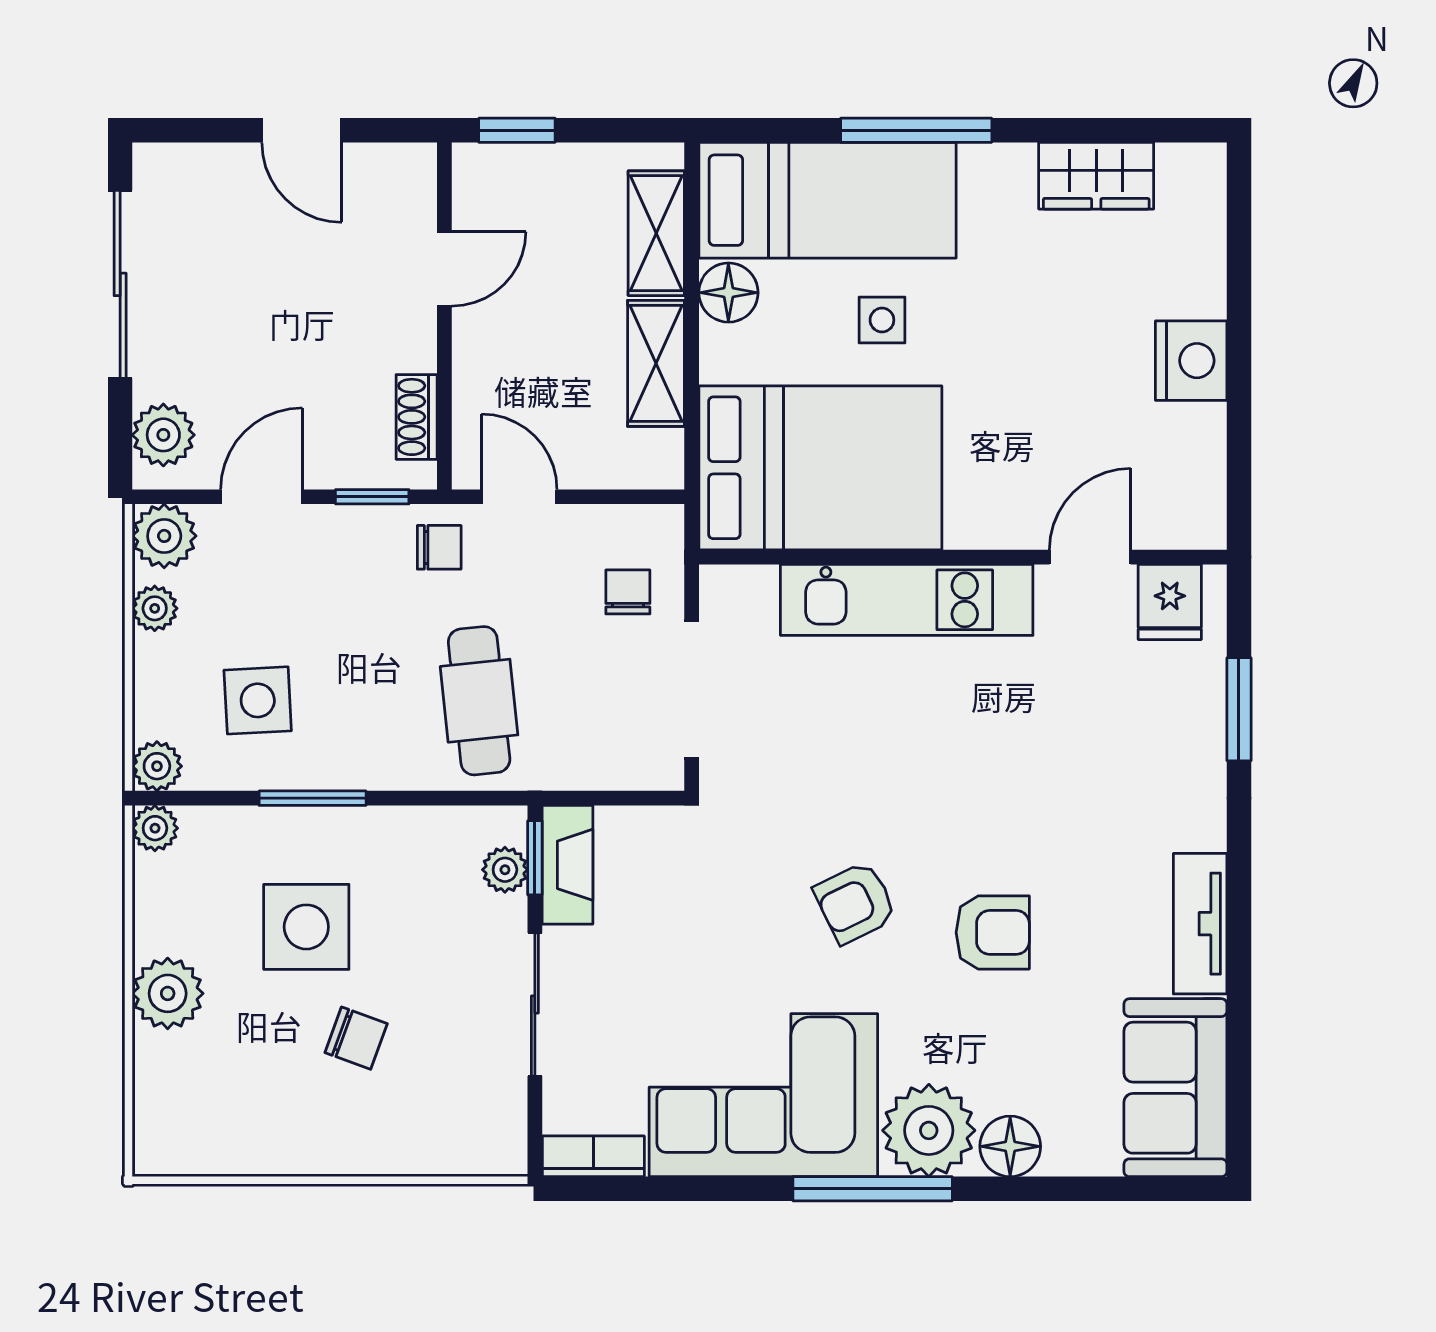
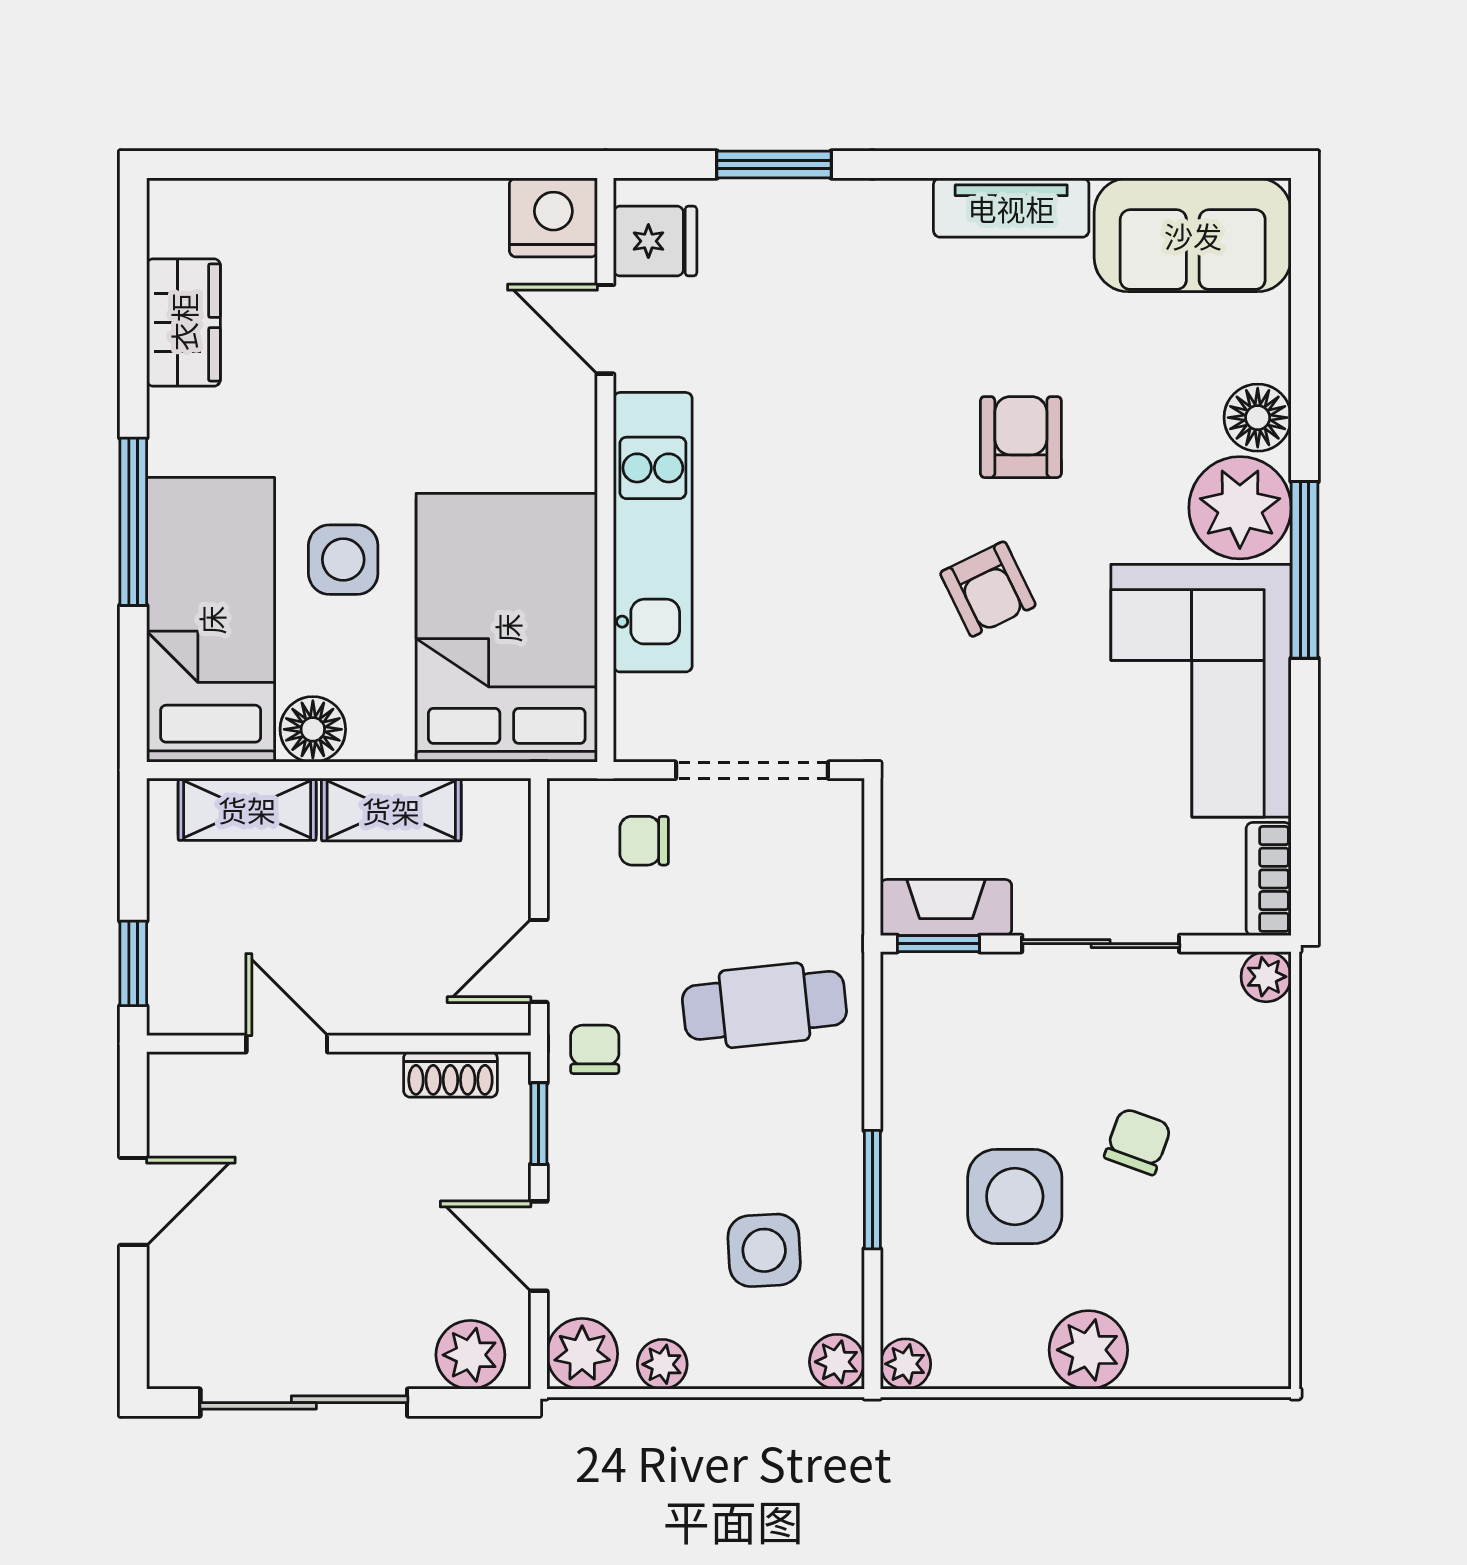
side table: (882, 320) -> (343, 560), width x1.37, depth x1.37
nightstand: (1191, 361) -> (553, 217), moved
plant: (505, 870) -> (1266, 977), moved

